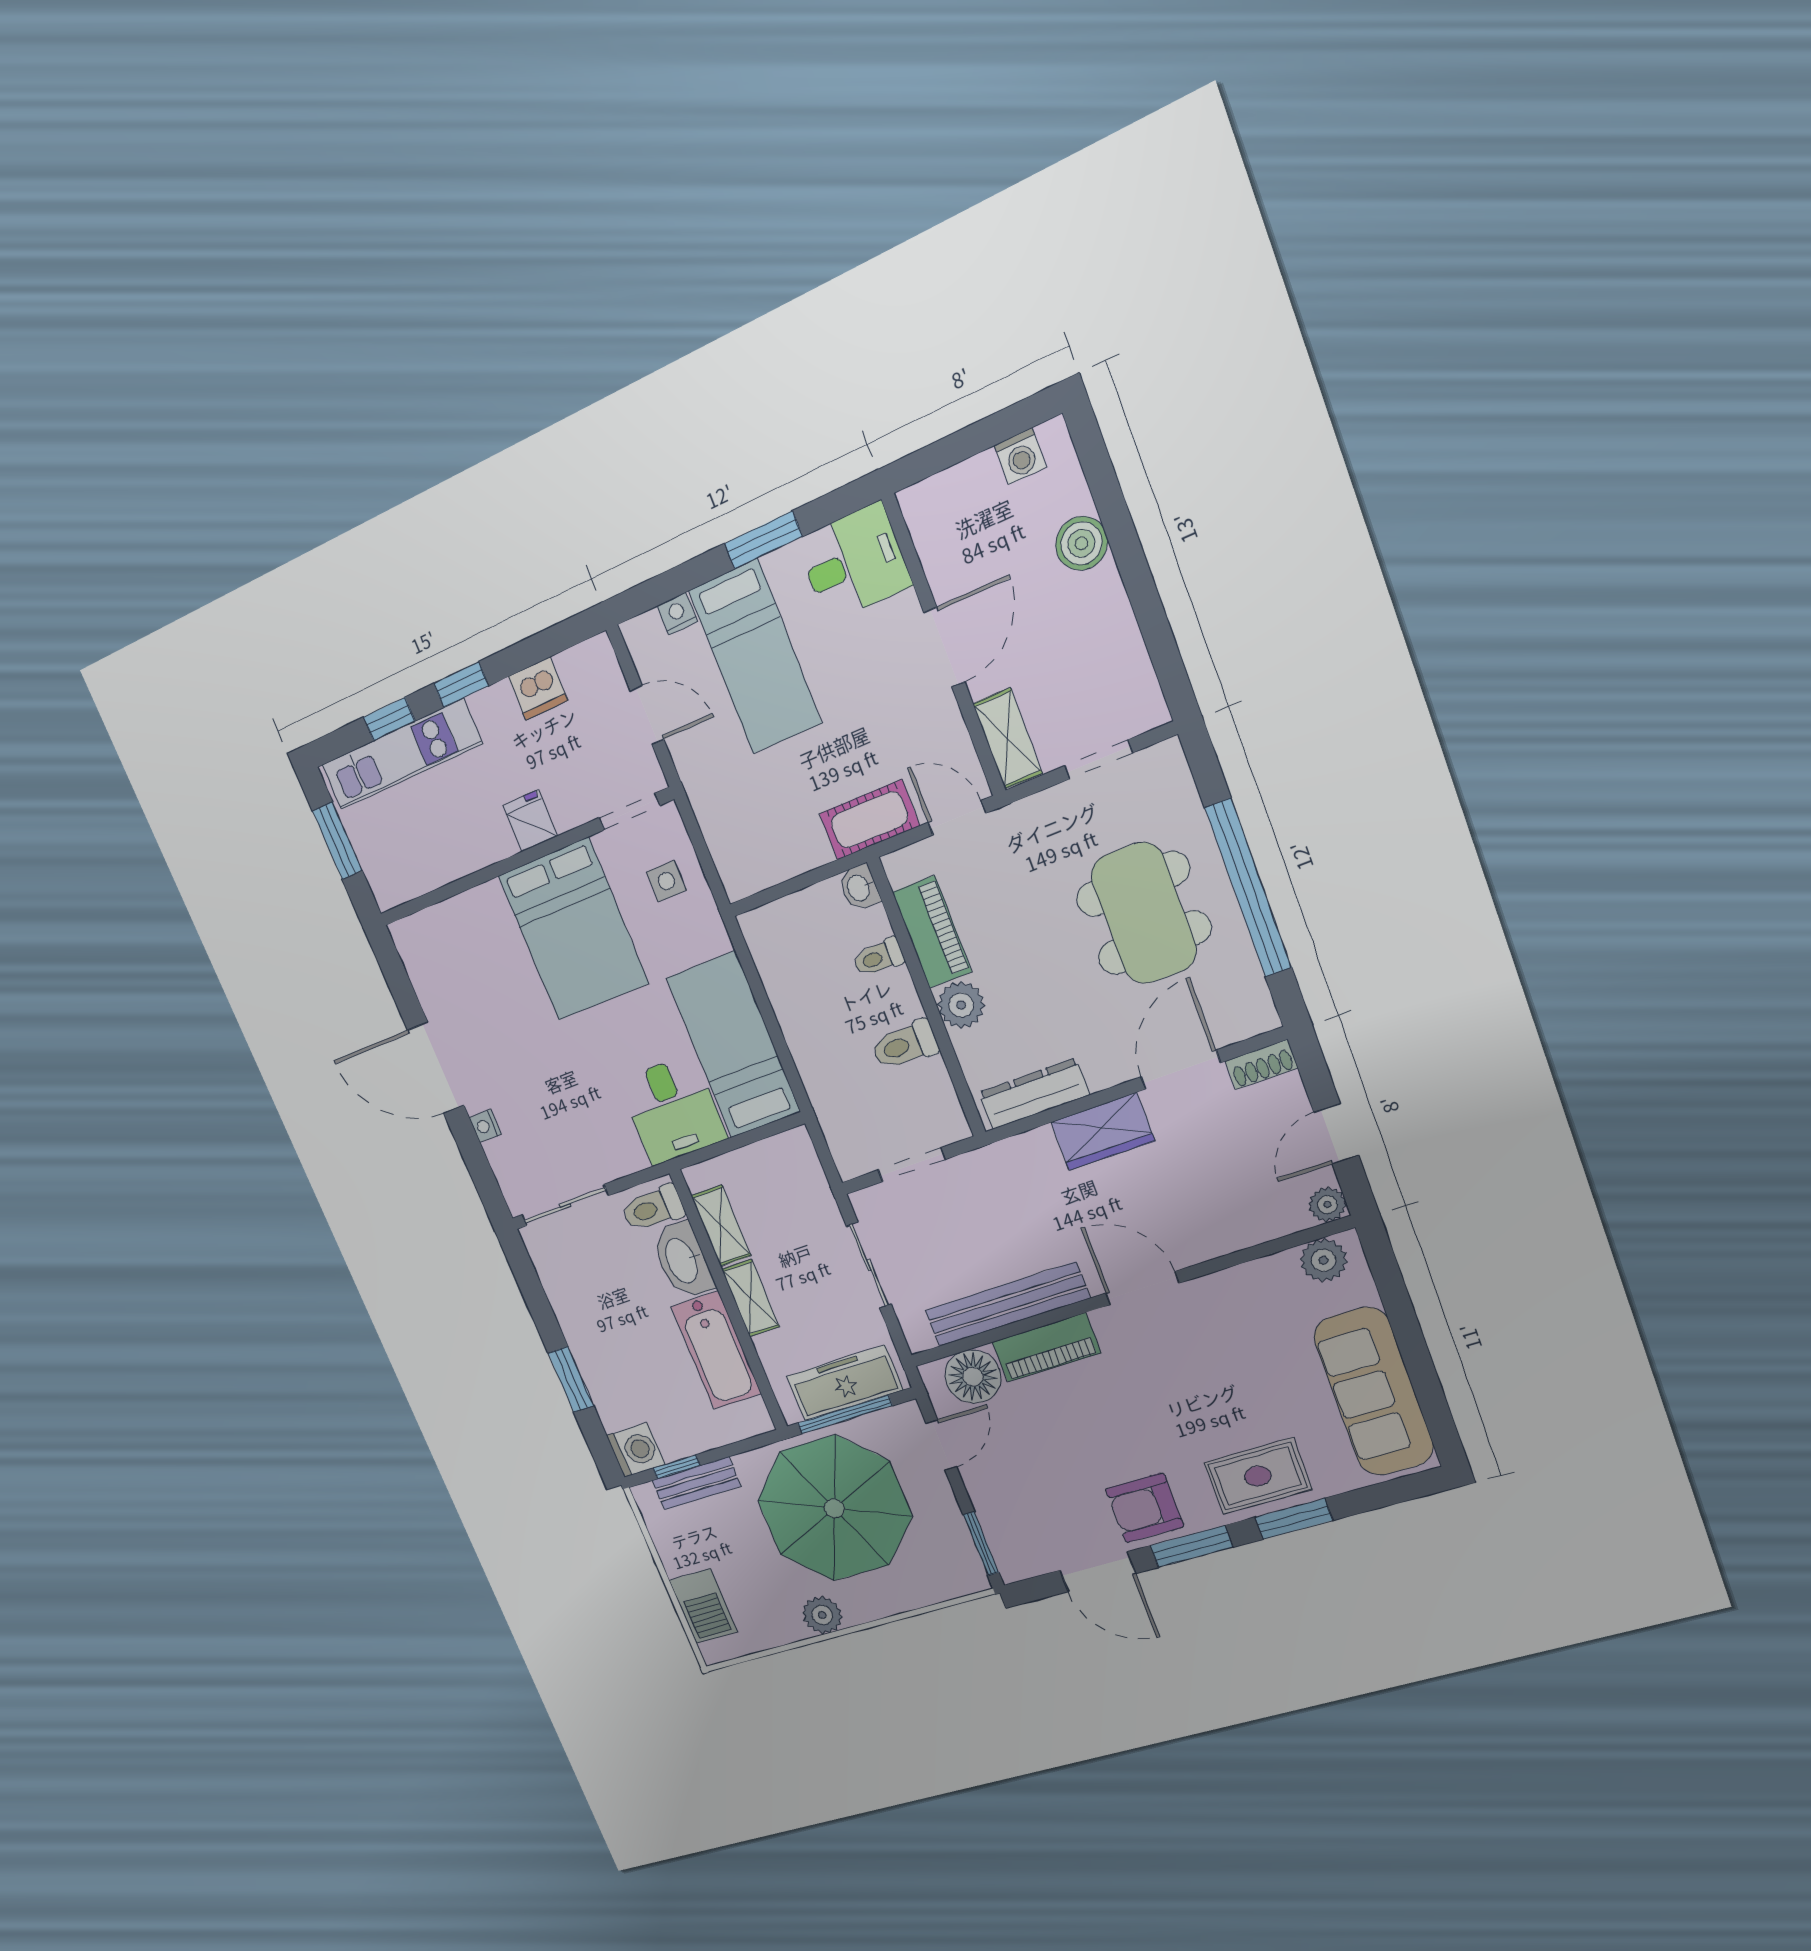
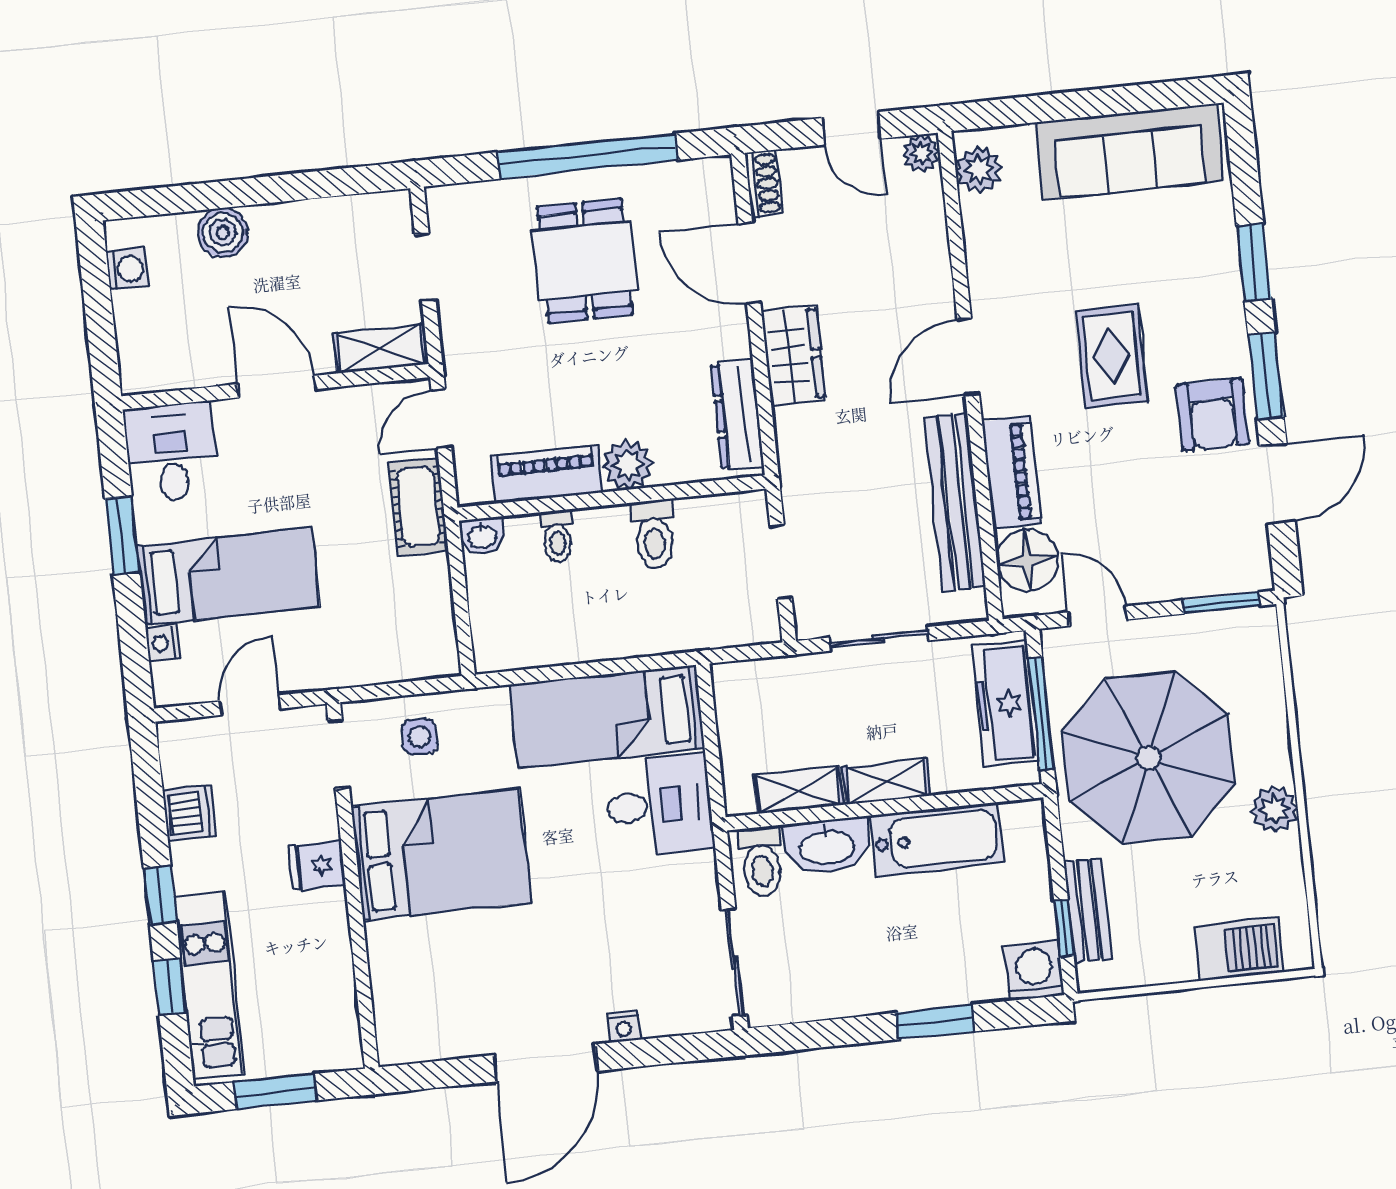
dining table: (1144, 913) -> (585, 261), width x0.73
rug: (1258, 1476) -> (1112, 356), moved

